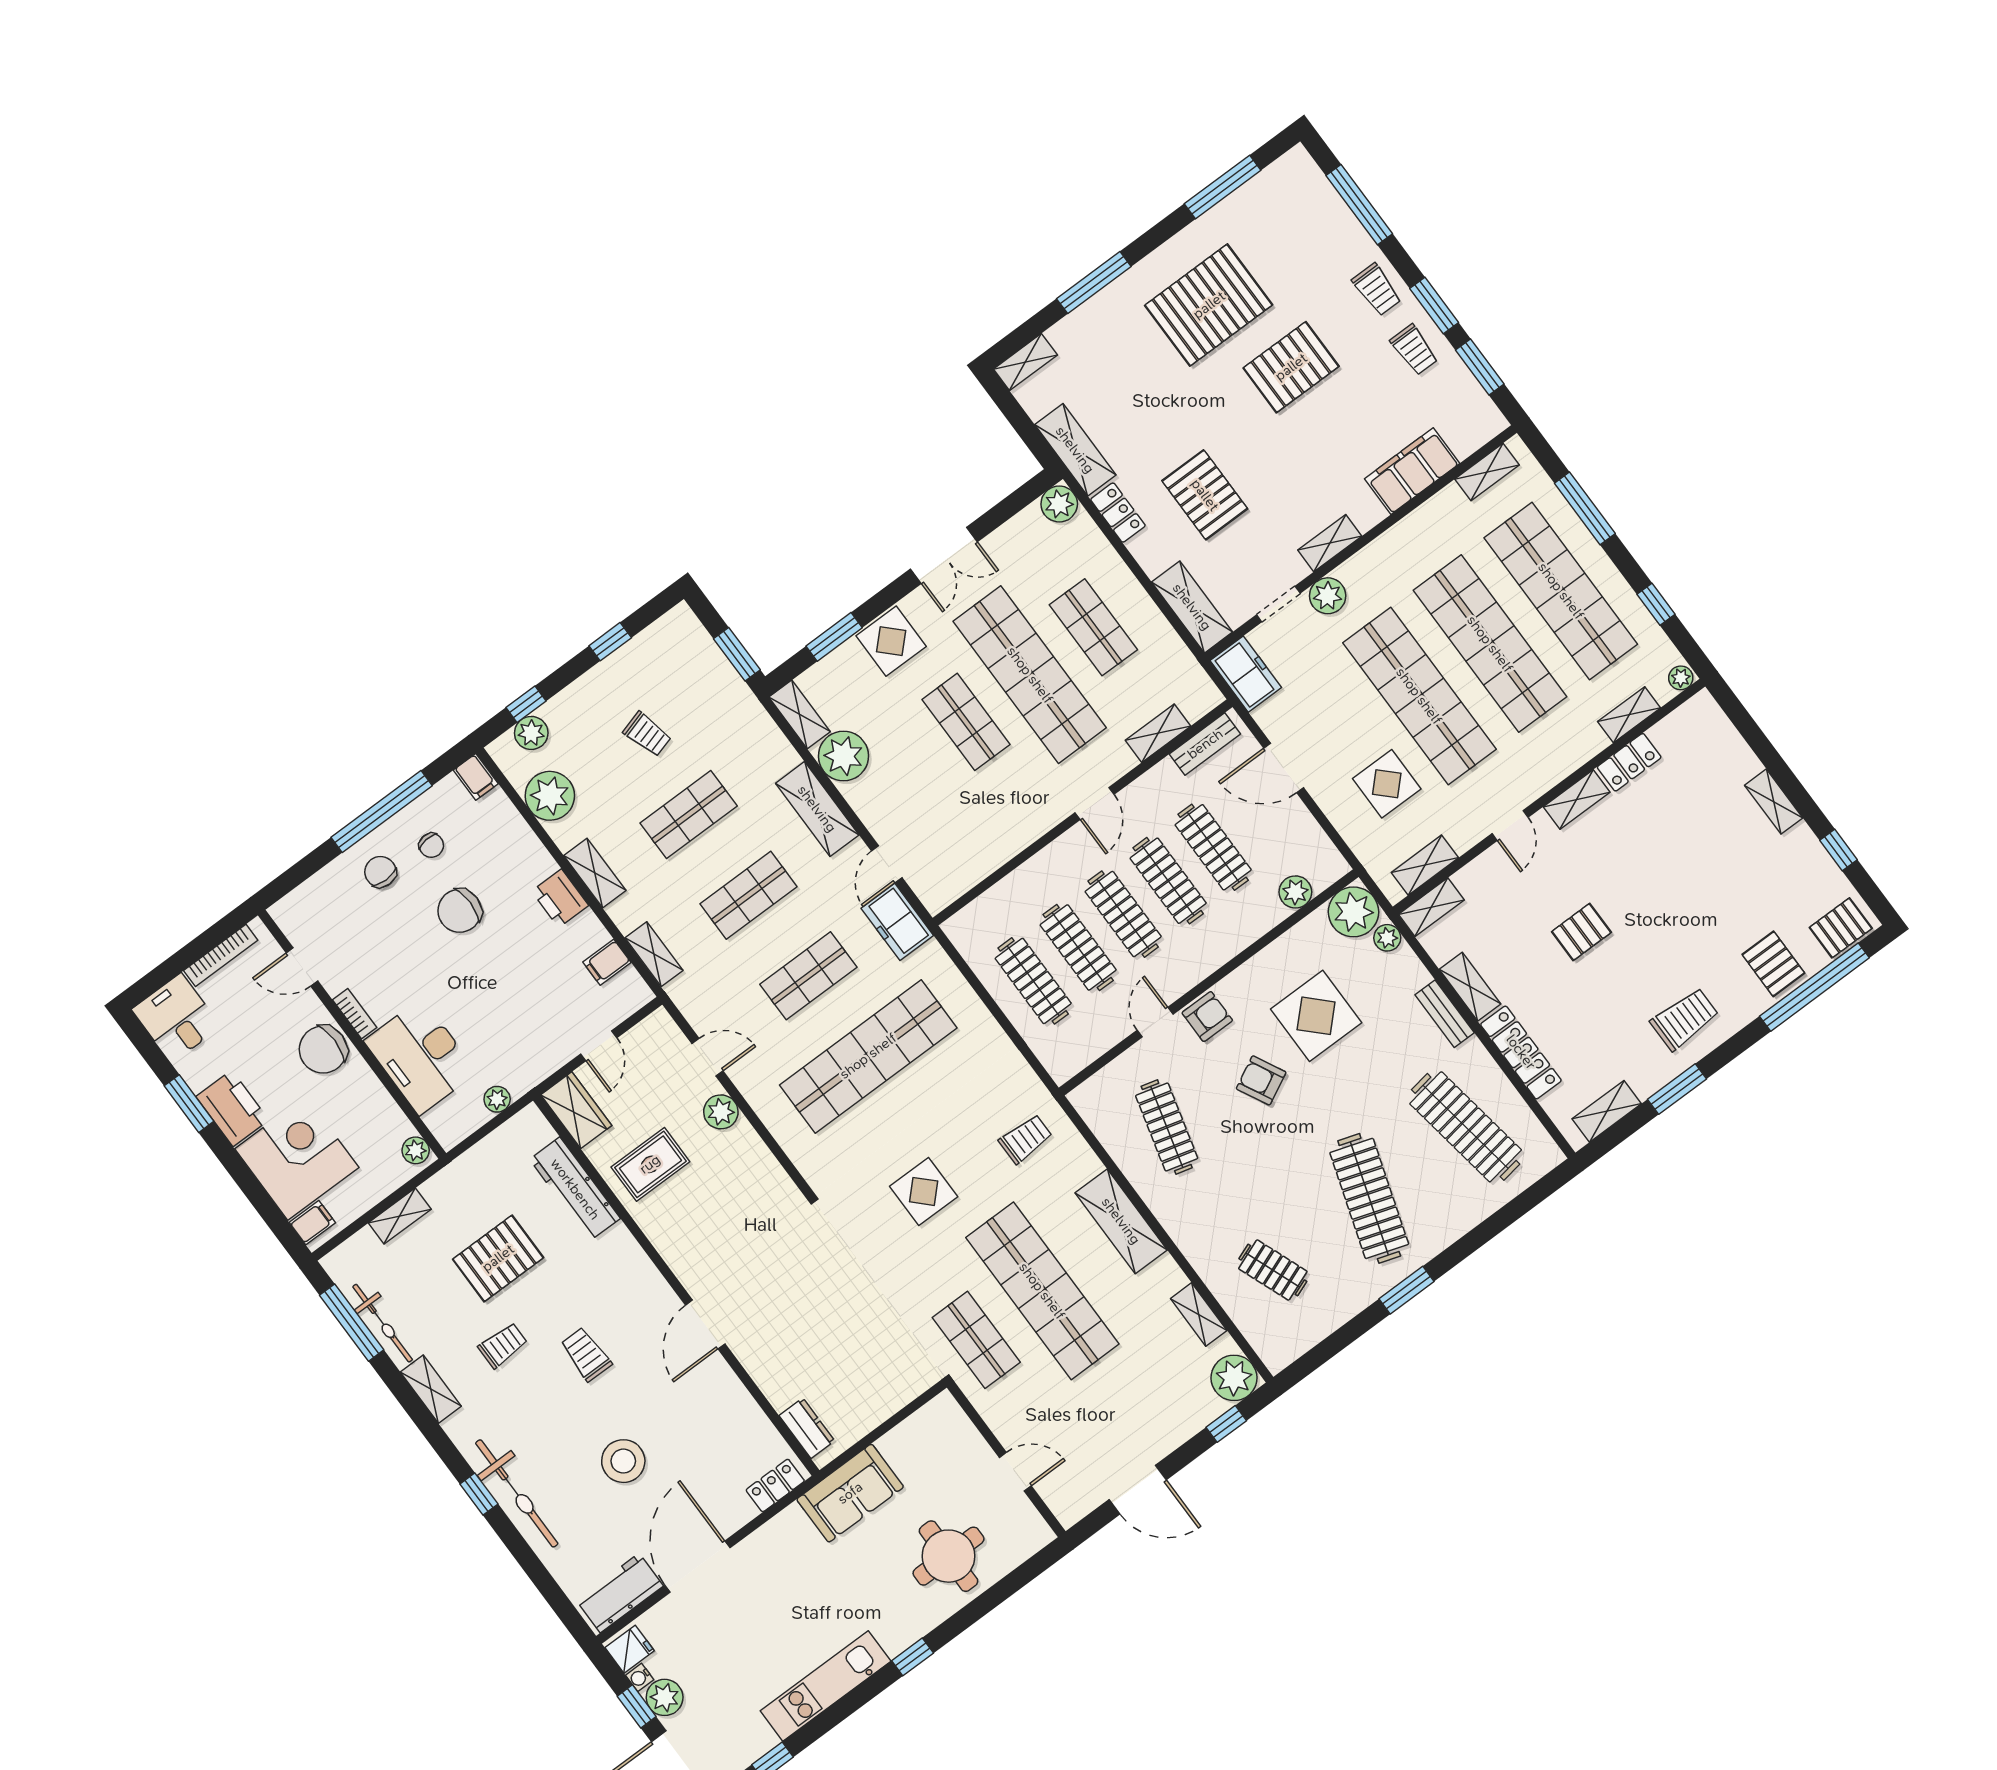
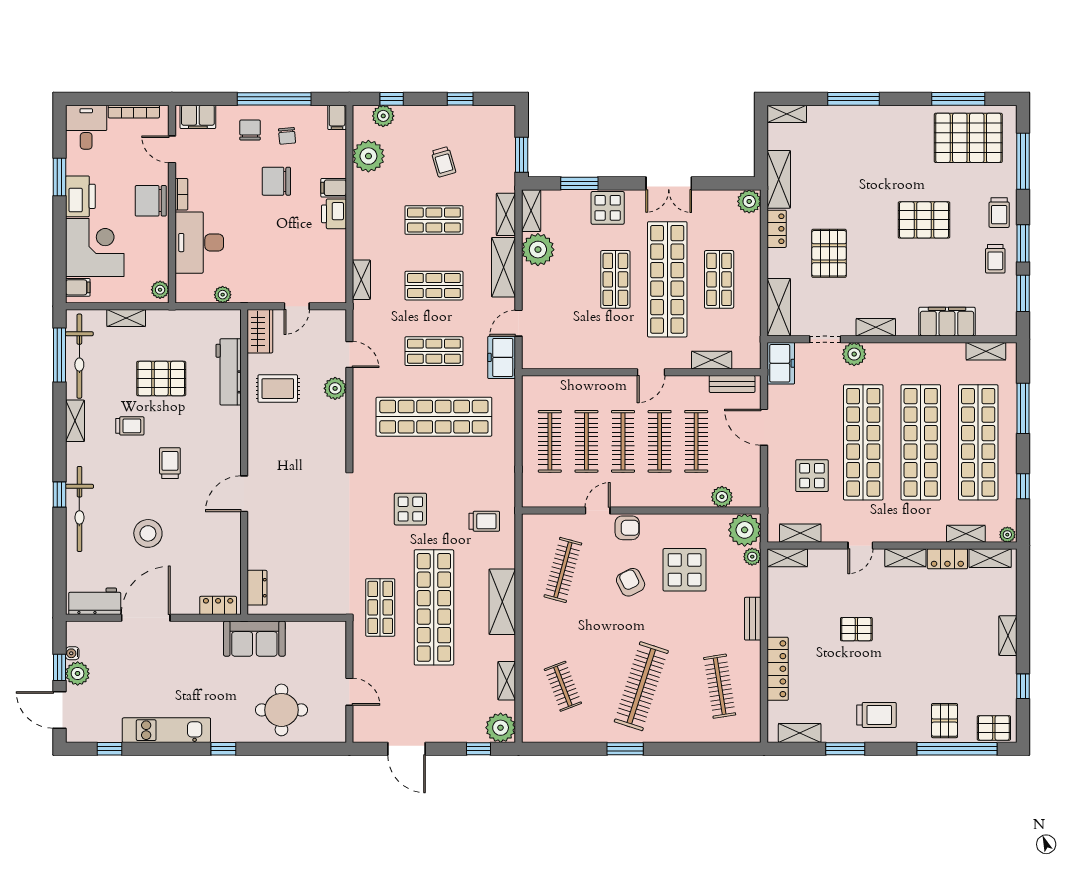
pallet: (1209, 305) -> (968, 138), moved
shelving: (595, 873) -> (506, 214), moved
filing cabinet: (304, 903) -> (198, 117), added
filing cabinet: (607, 962) -> (334, 188), moved
shelving: (1470, 987) -> (990, 558), moved, turned 90
clothes rail: (1466, 1127) -> (720, 686), width x0.73, depth x0.76
bicycle: (383, 1323) -> (79, 356), width x1.37, depth x1.40
fridge: (630, 1649) -> (78, 635), removed

